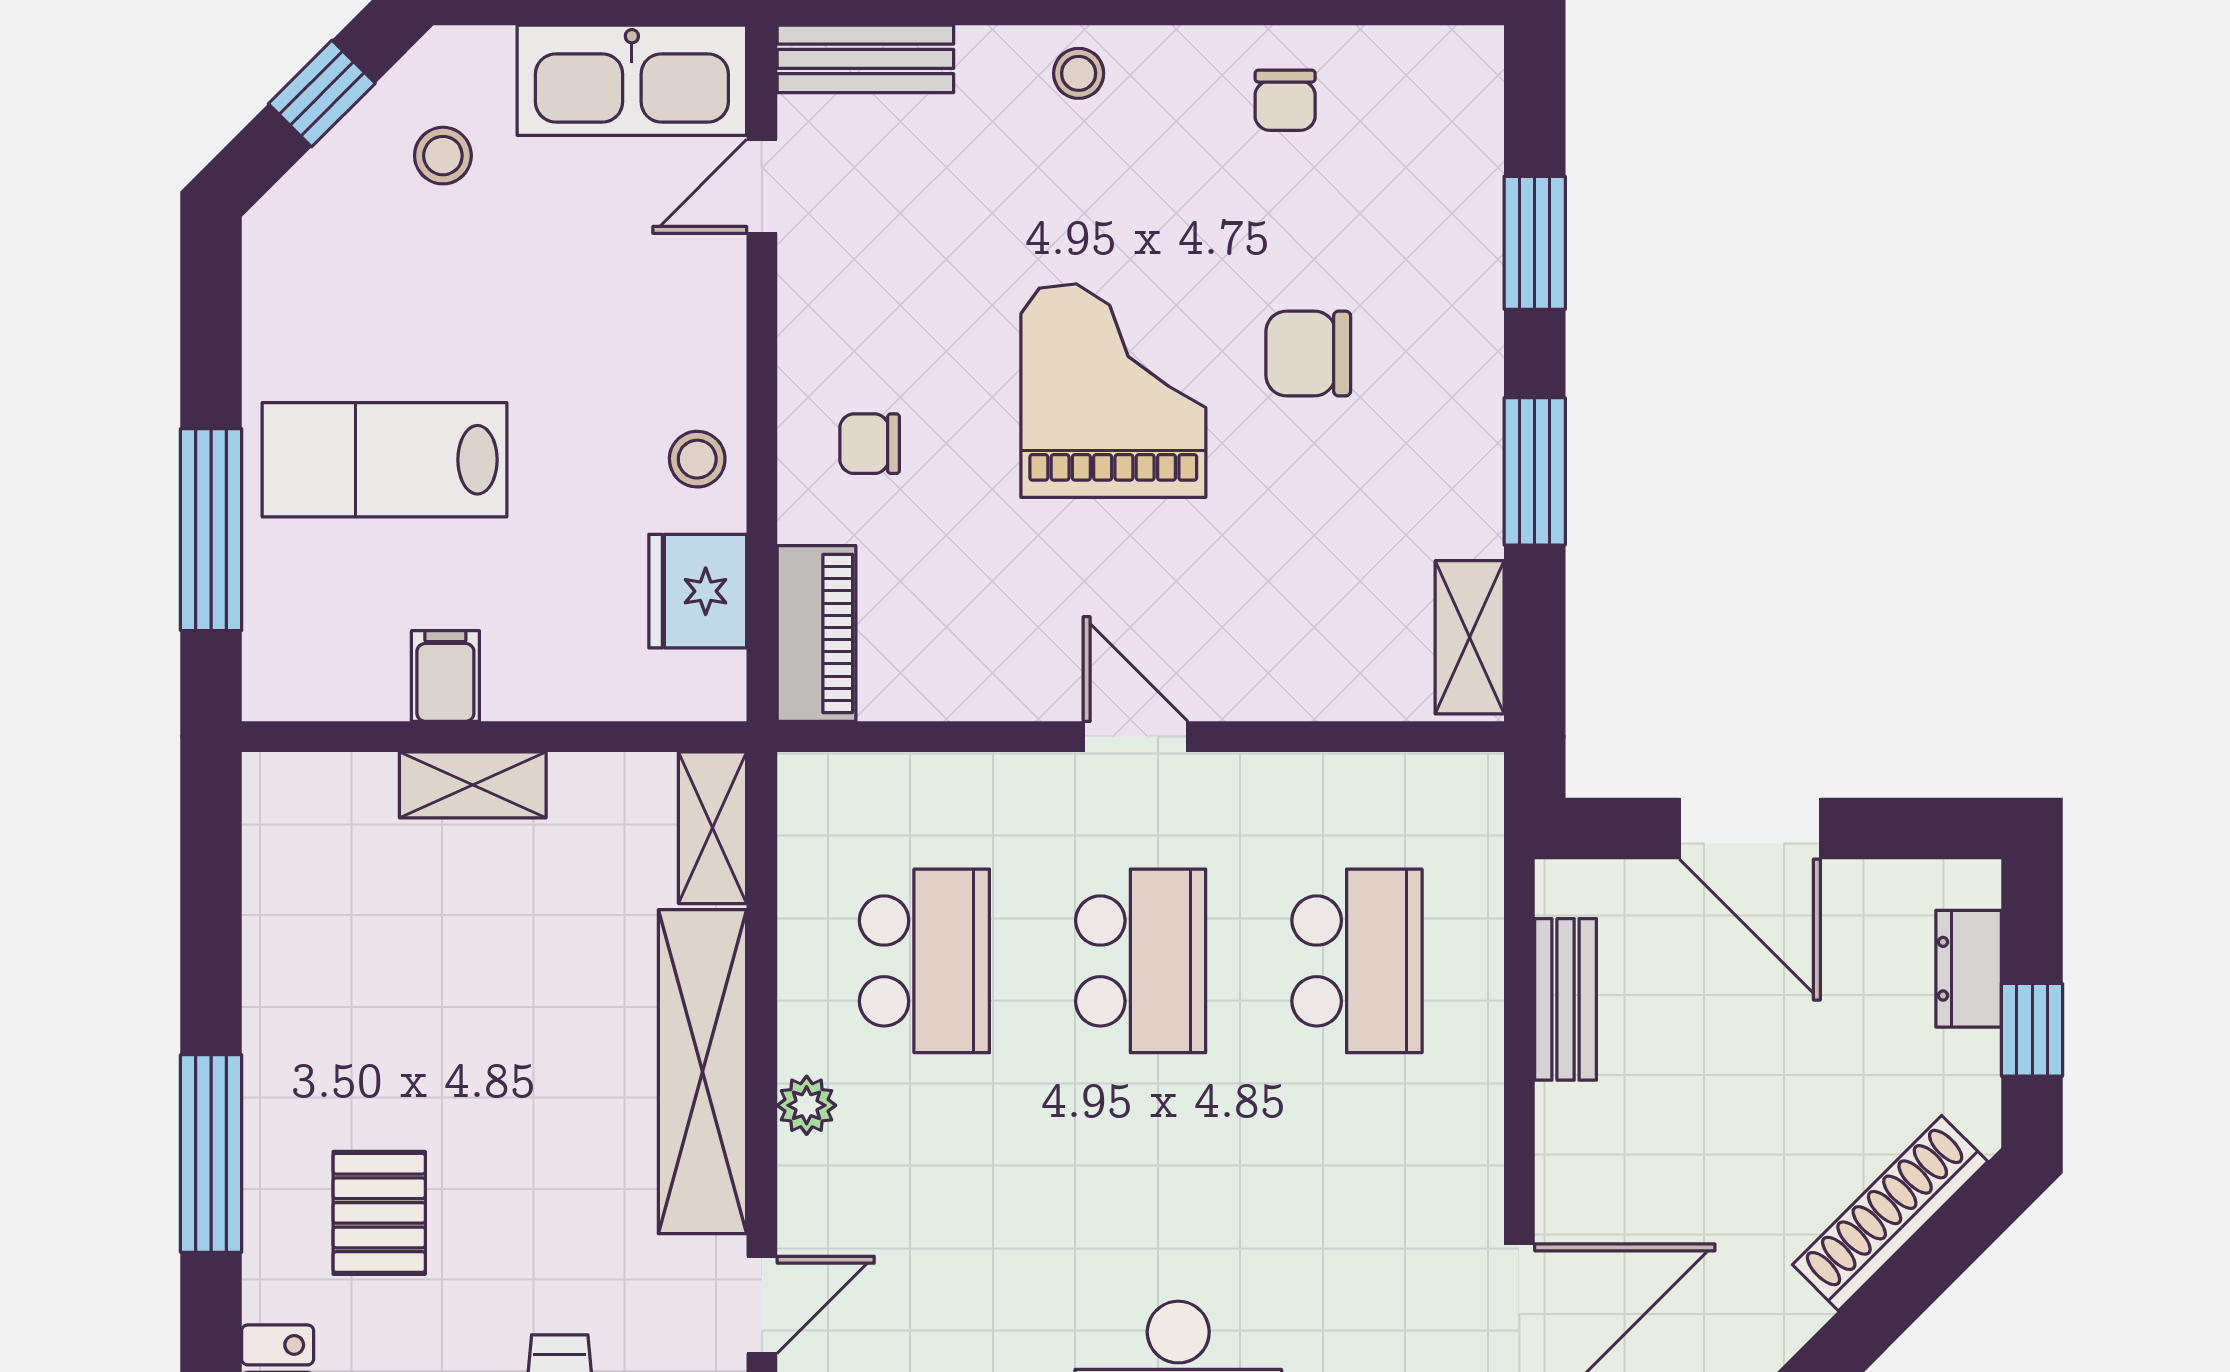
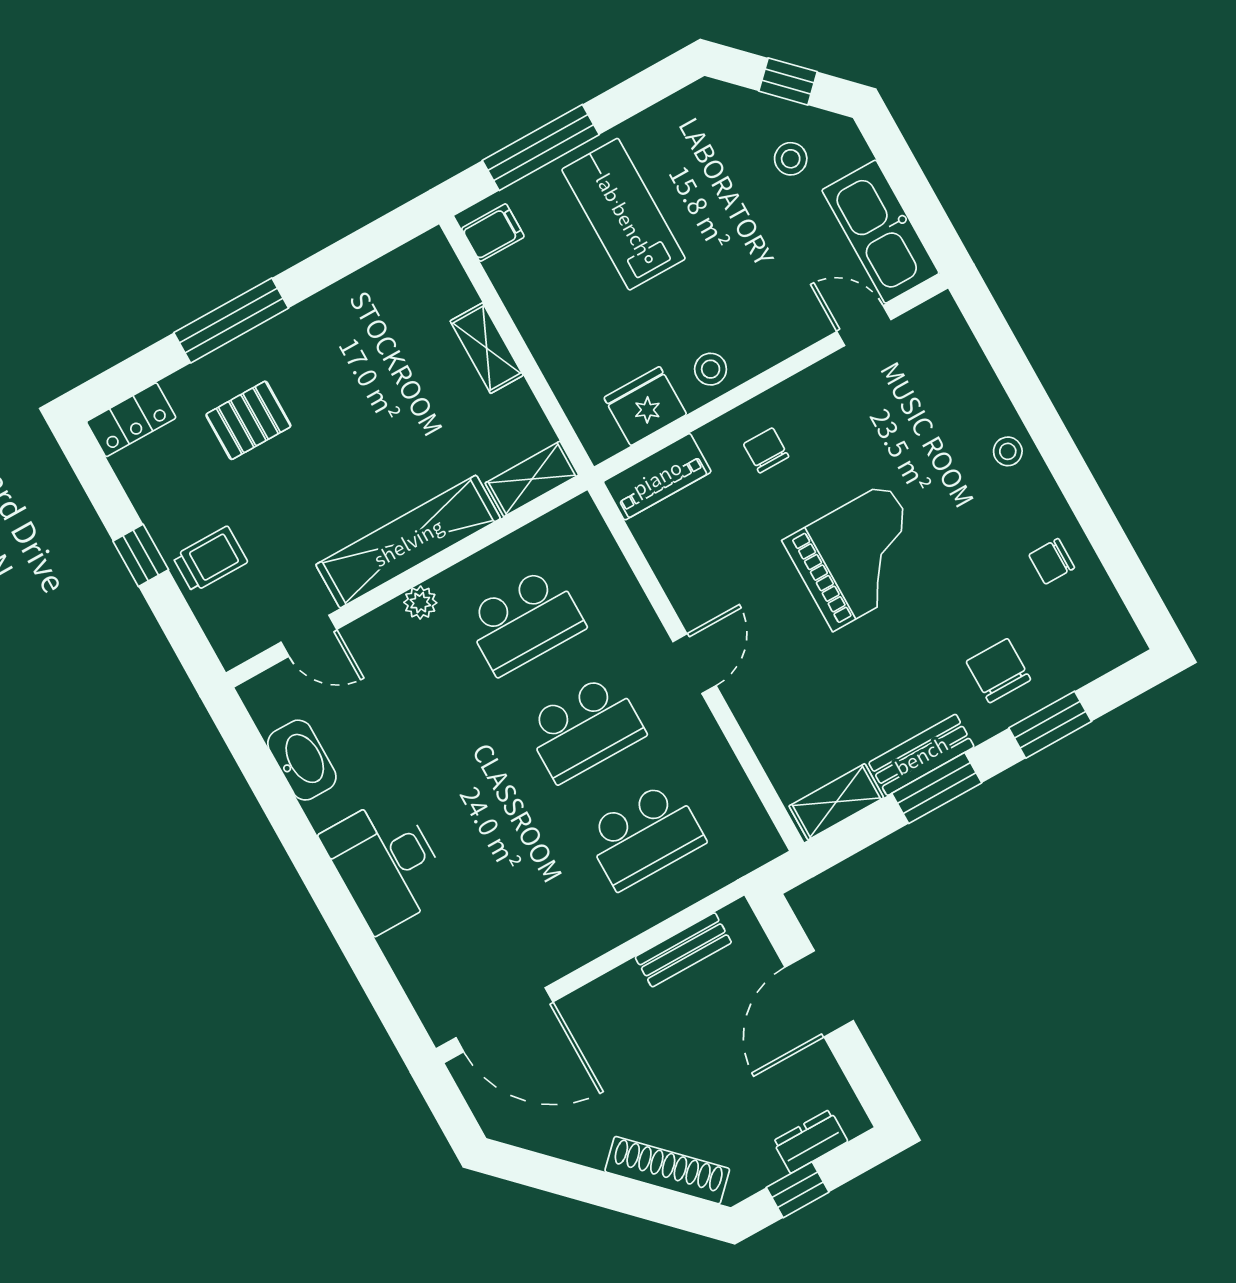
bench: (865, 59) -> (921, 755), moved, turned 90
chair: (1308, 353) -> (998, 671), moved
filing cabinet: (445, 676) -> (493, 233), moved

